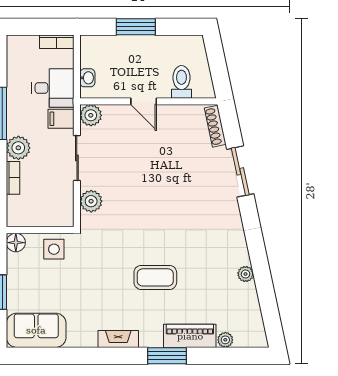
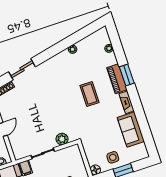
plant: (91, 115) -> (19, 154), removed
side table: (54, 249) -> (113, 157), moved
sofa: (36, 330) -> (131, 130), moved
piano: (190, 336) -> (117, 79), moved

